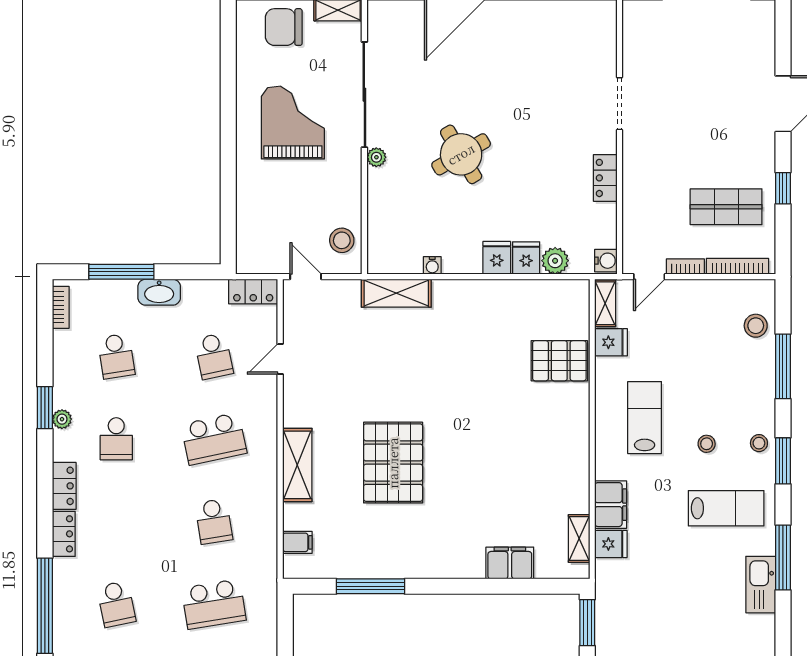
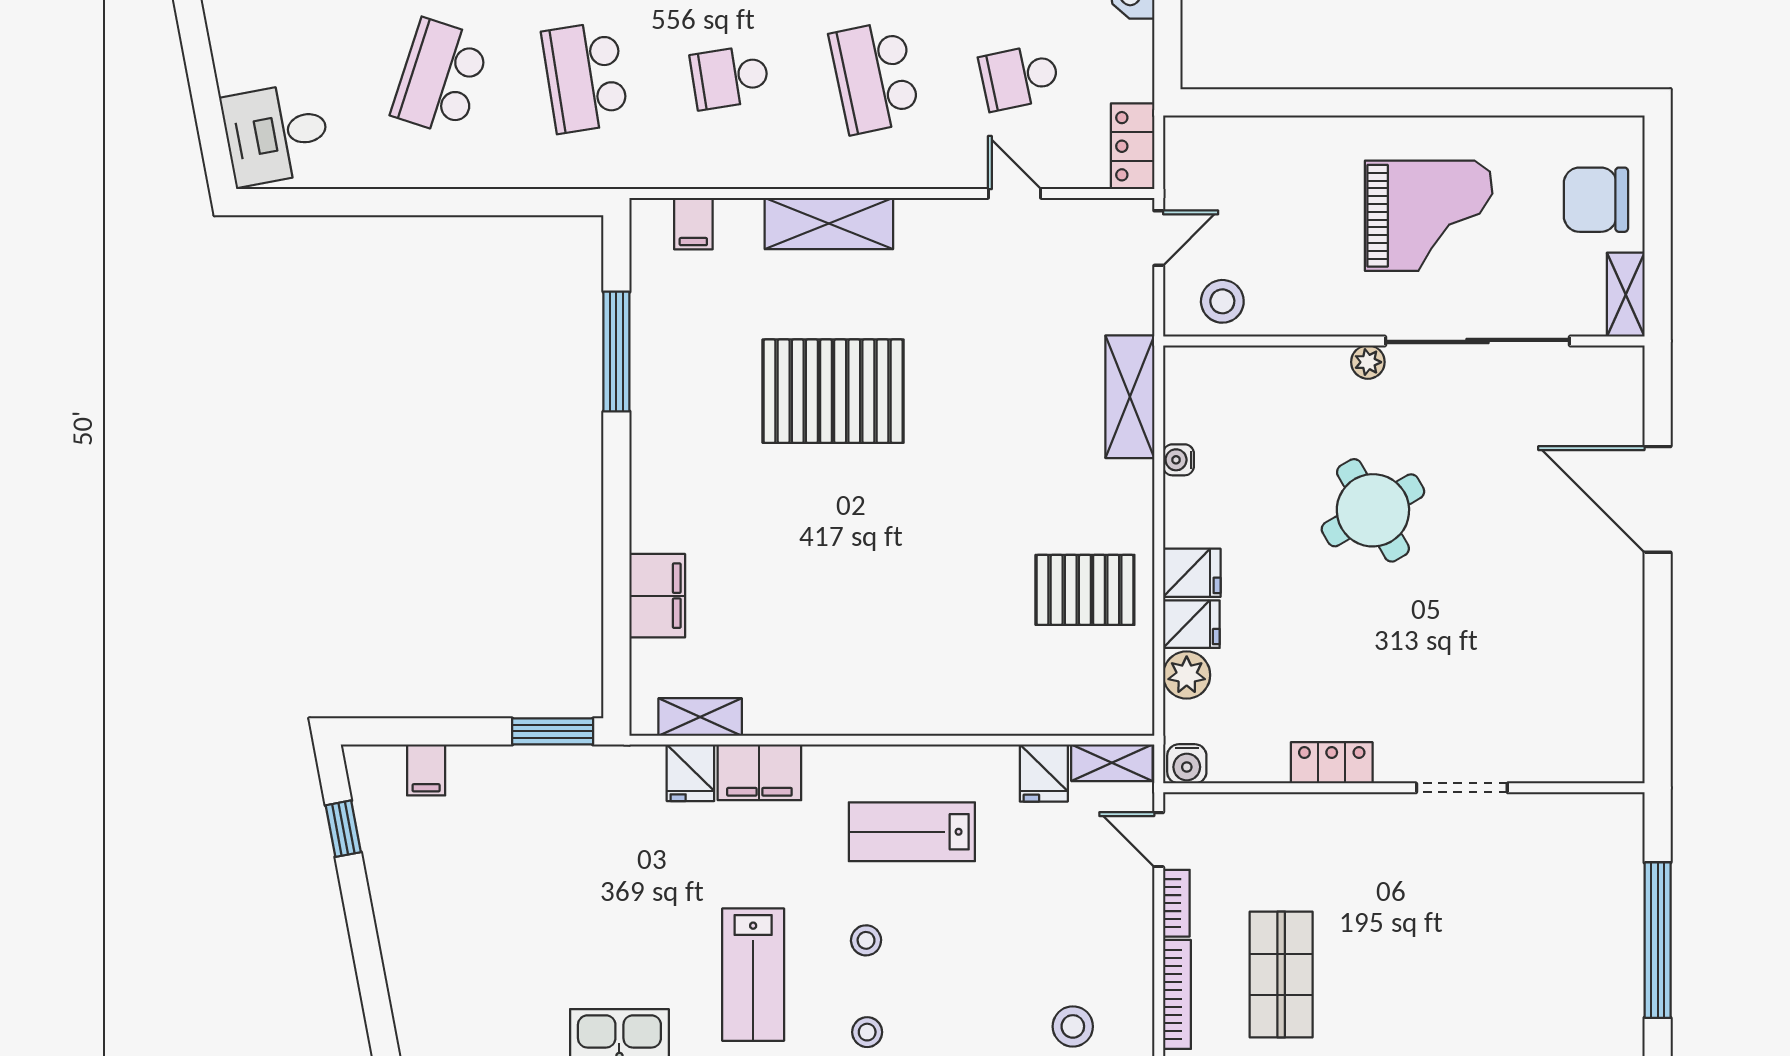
chair: (284, 27) -> (1596, 200), turned -90
pallet: (559, 361) -> (1085, 590), moved, turned 90
lab bench: (645, 418) -> (912, 832), turned 180

